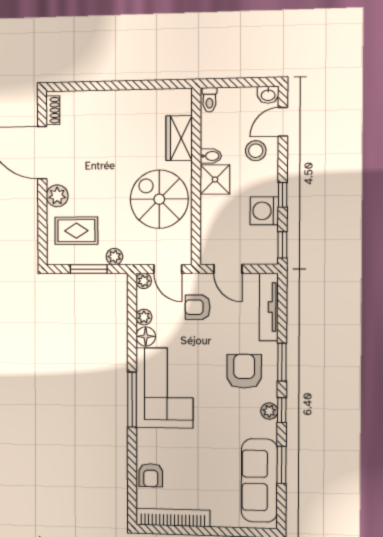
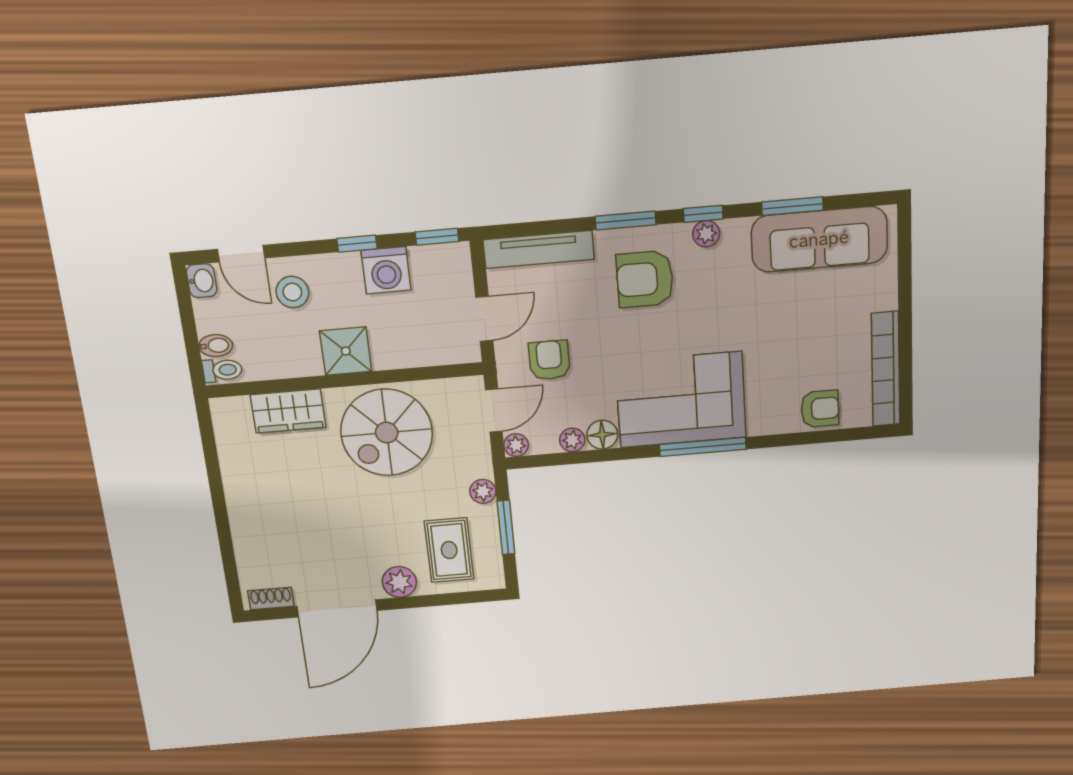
bidet: (211, 156) -> (216, 346), moved, turned 90
armchair: (198, 307) -> (549, 360), turned 180

